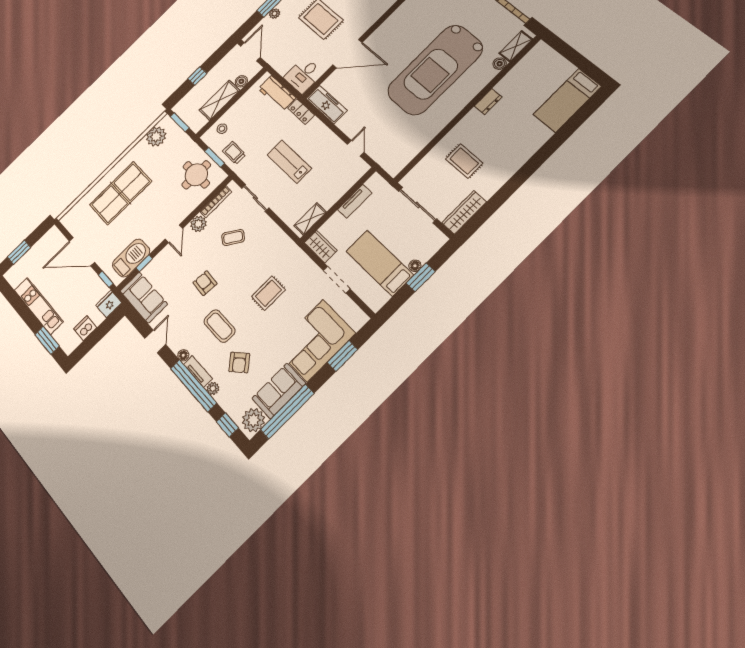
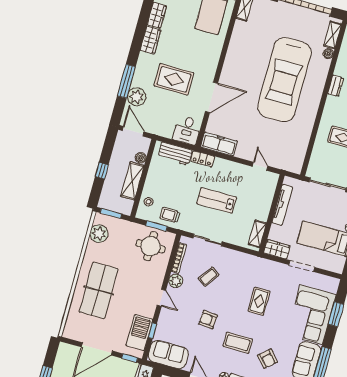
plant: (275, 13) -> (137, 97), width x1.88, depth x1.88
tv unit: (355, 201) -> (282, 205), width x1.41

